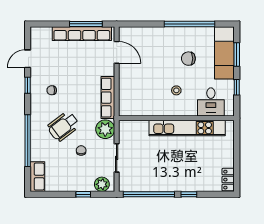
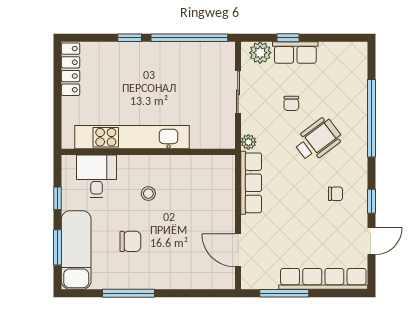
window: (190, 24) -> (128, 293), width x0.68
row of seats: (82, 34) -> (323, 279), moved
plant: (105, 129) -> (248, 142), width x0.53, depth x0.53
row of seats: (37, 177) -> (295, 53), moved, turned -90
locker: (228, 180) -> (71, 69), width x1.53

